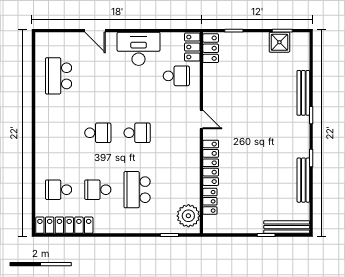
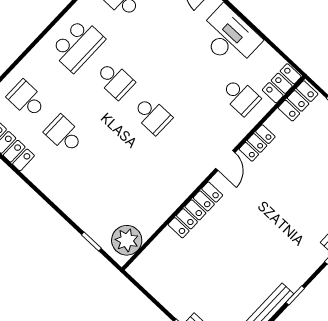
school desk: (137, 190) -> (78, 45), moved, turned 180
locker: (210, 201) -> (257, 143), moved

